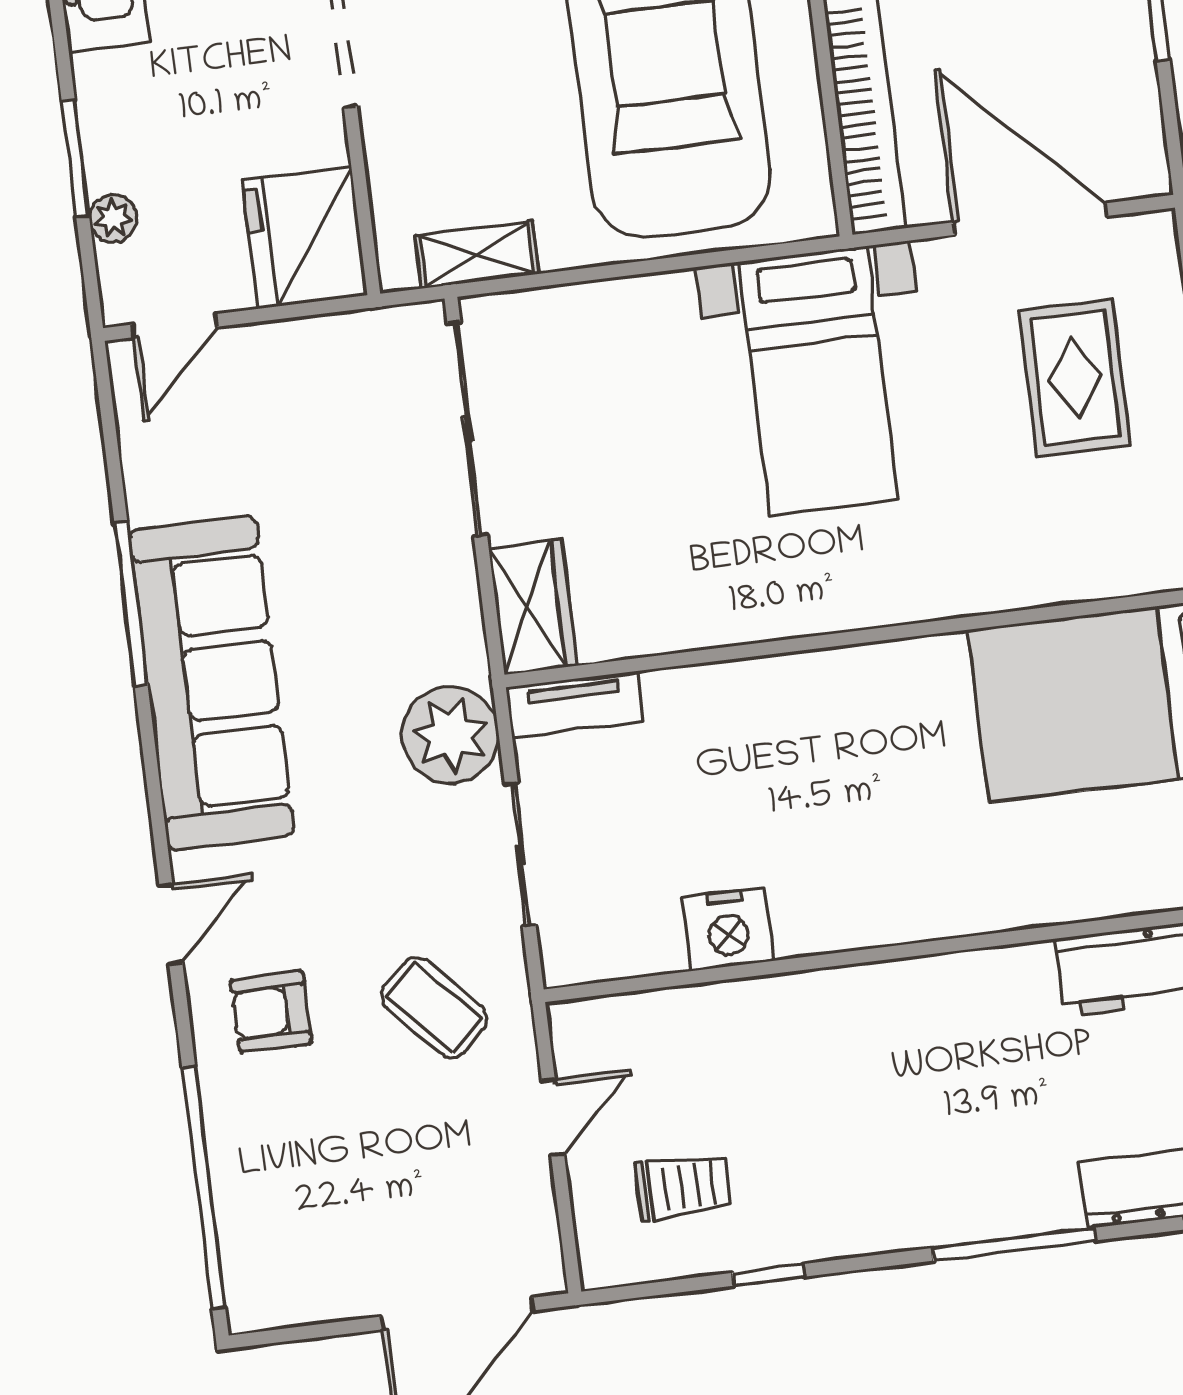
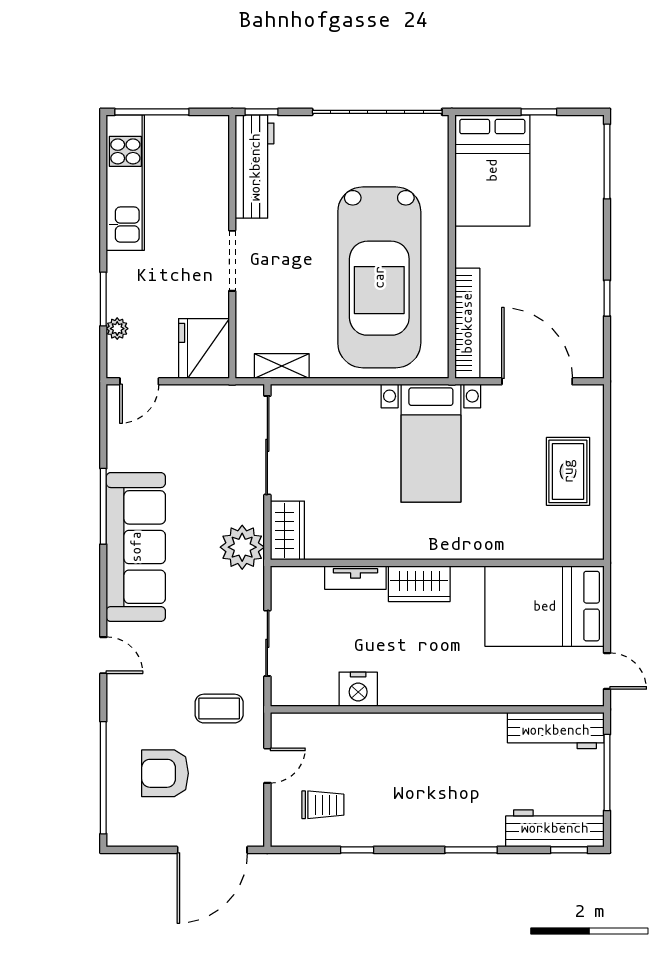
rug: (1075, 378) -> (568, 471), moved
wardrobe: (831, 686) -> (419, 584), added
tv unit: (575, 704) -> (355, 578), moved
plant: (451, 735) -> (242, 547), moved
door: (171, 924) -> (103, 655), hinge flipped
coffee table: (434, 1008) -> (219, 709), turned -47
armchair: (271, 1012) -> (165, 773), moved, width x1.38, depth x1.38
window: (1014, 1244) -> (471, 850), width x0.69

